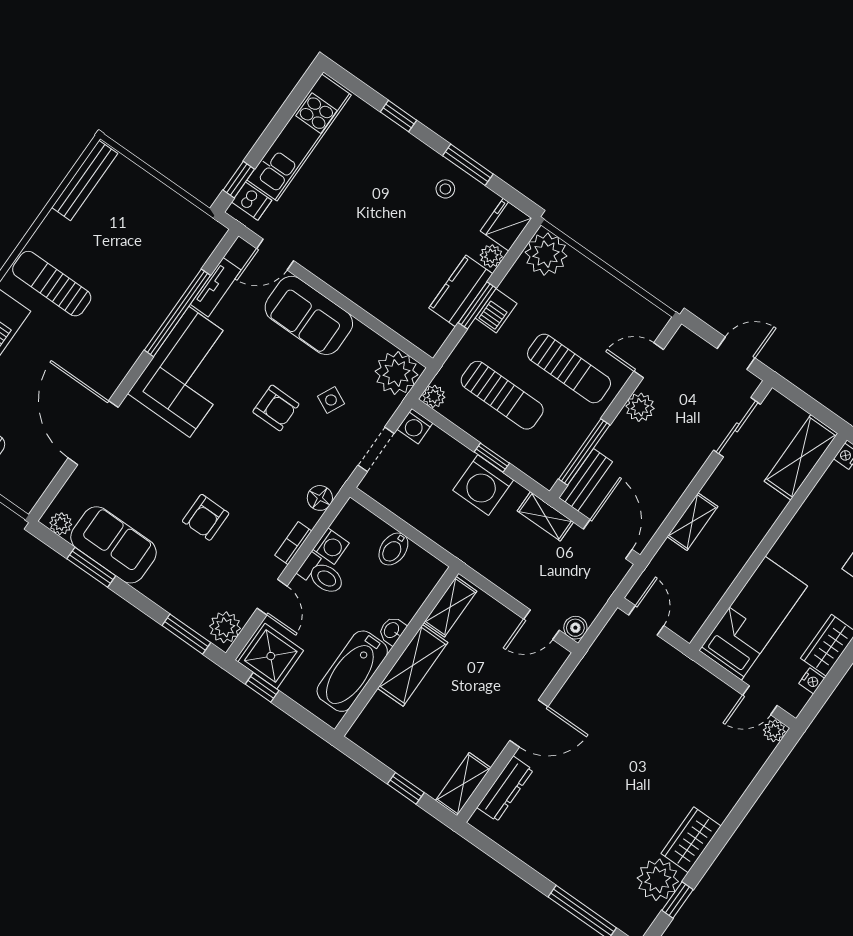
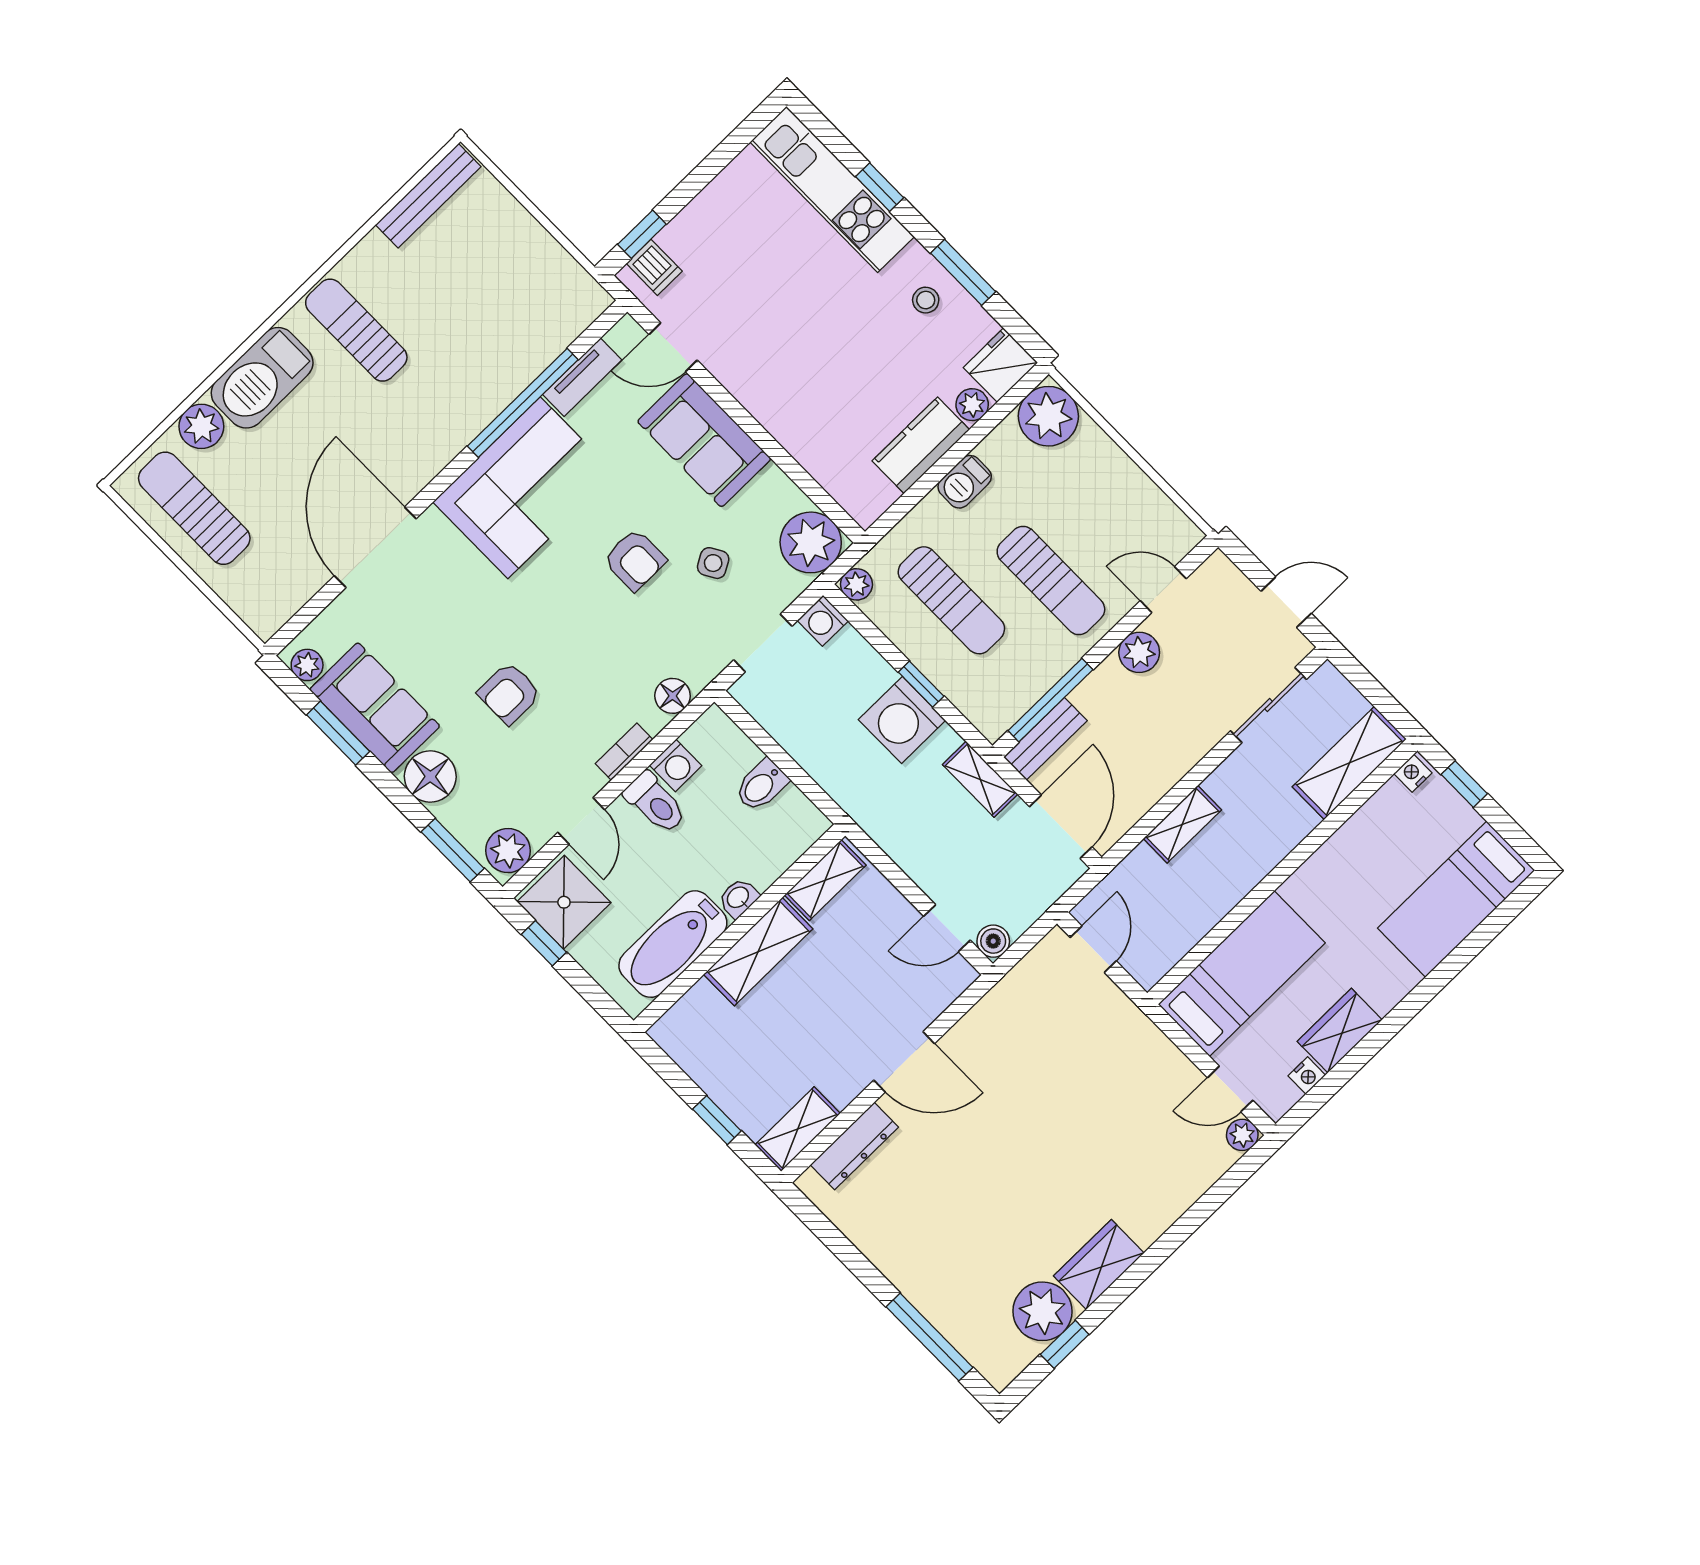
kitchen unit: (299, 138) -> (832, 189), moved, turned 90
window: (477, 305) -> (940, 469), removed
side table: (331, 400) -> (713, 563), turned 34
floor lamp: (161, 586) -> (430, 776), added

